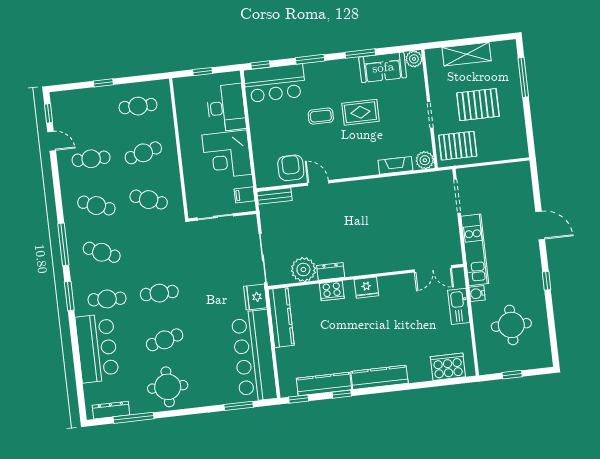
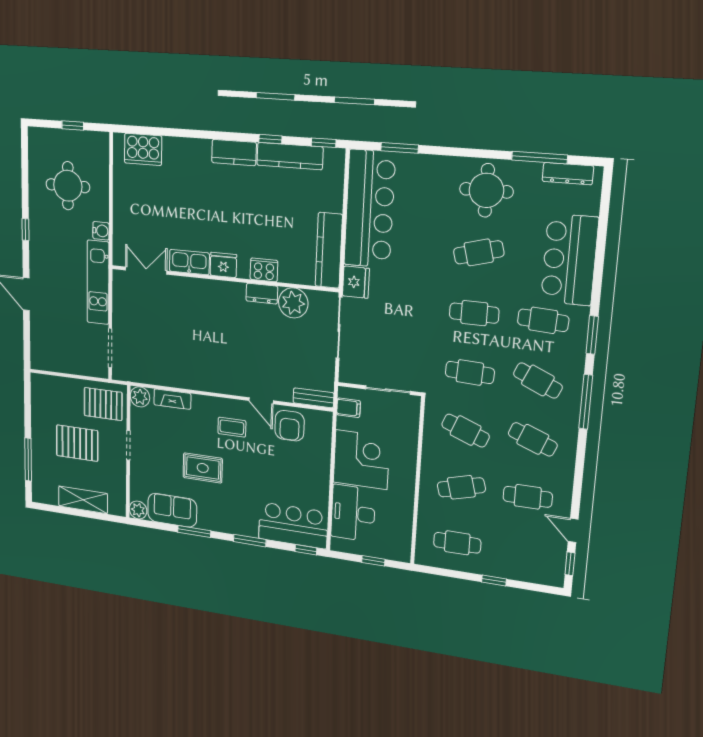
coffee table: (321, 116) -> (232, 427), moved
cafe table: (154, 246) -> (470, 372), added
kitchen sink: (459, 306) -> (189, 262), moved, turned -90
kitchen counter: (379, 377) -> (234, 153), width x0.67

